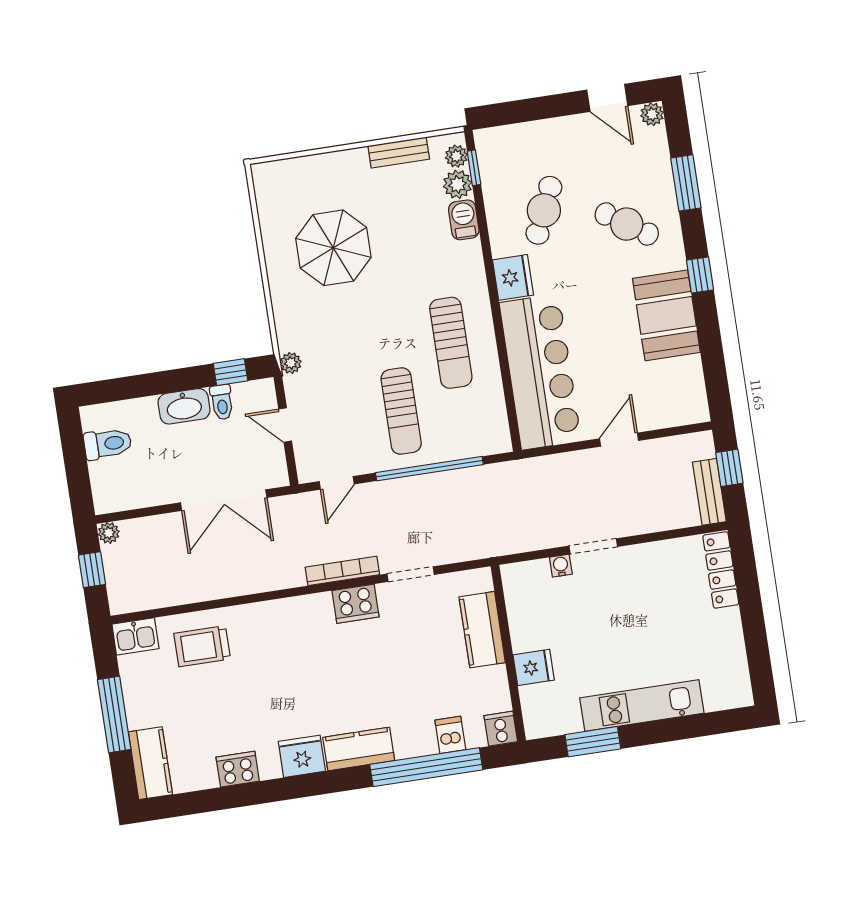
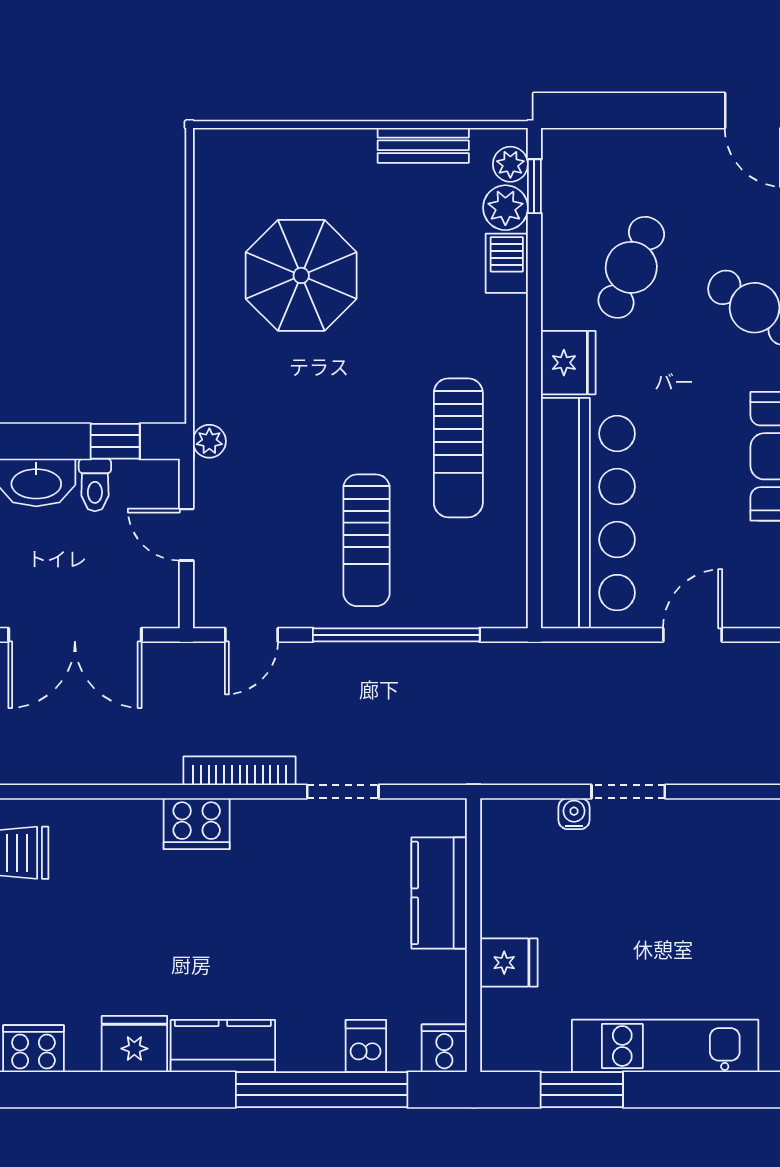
cooker: (355, 604) -> (197, 824), moved

